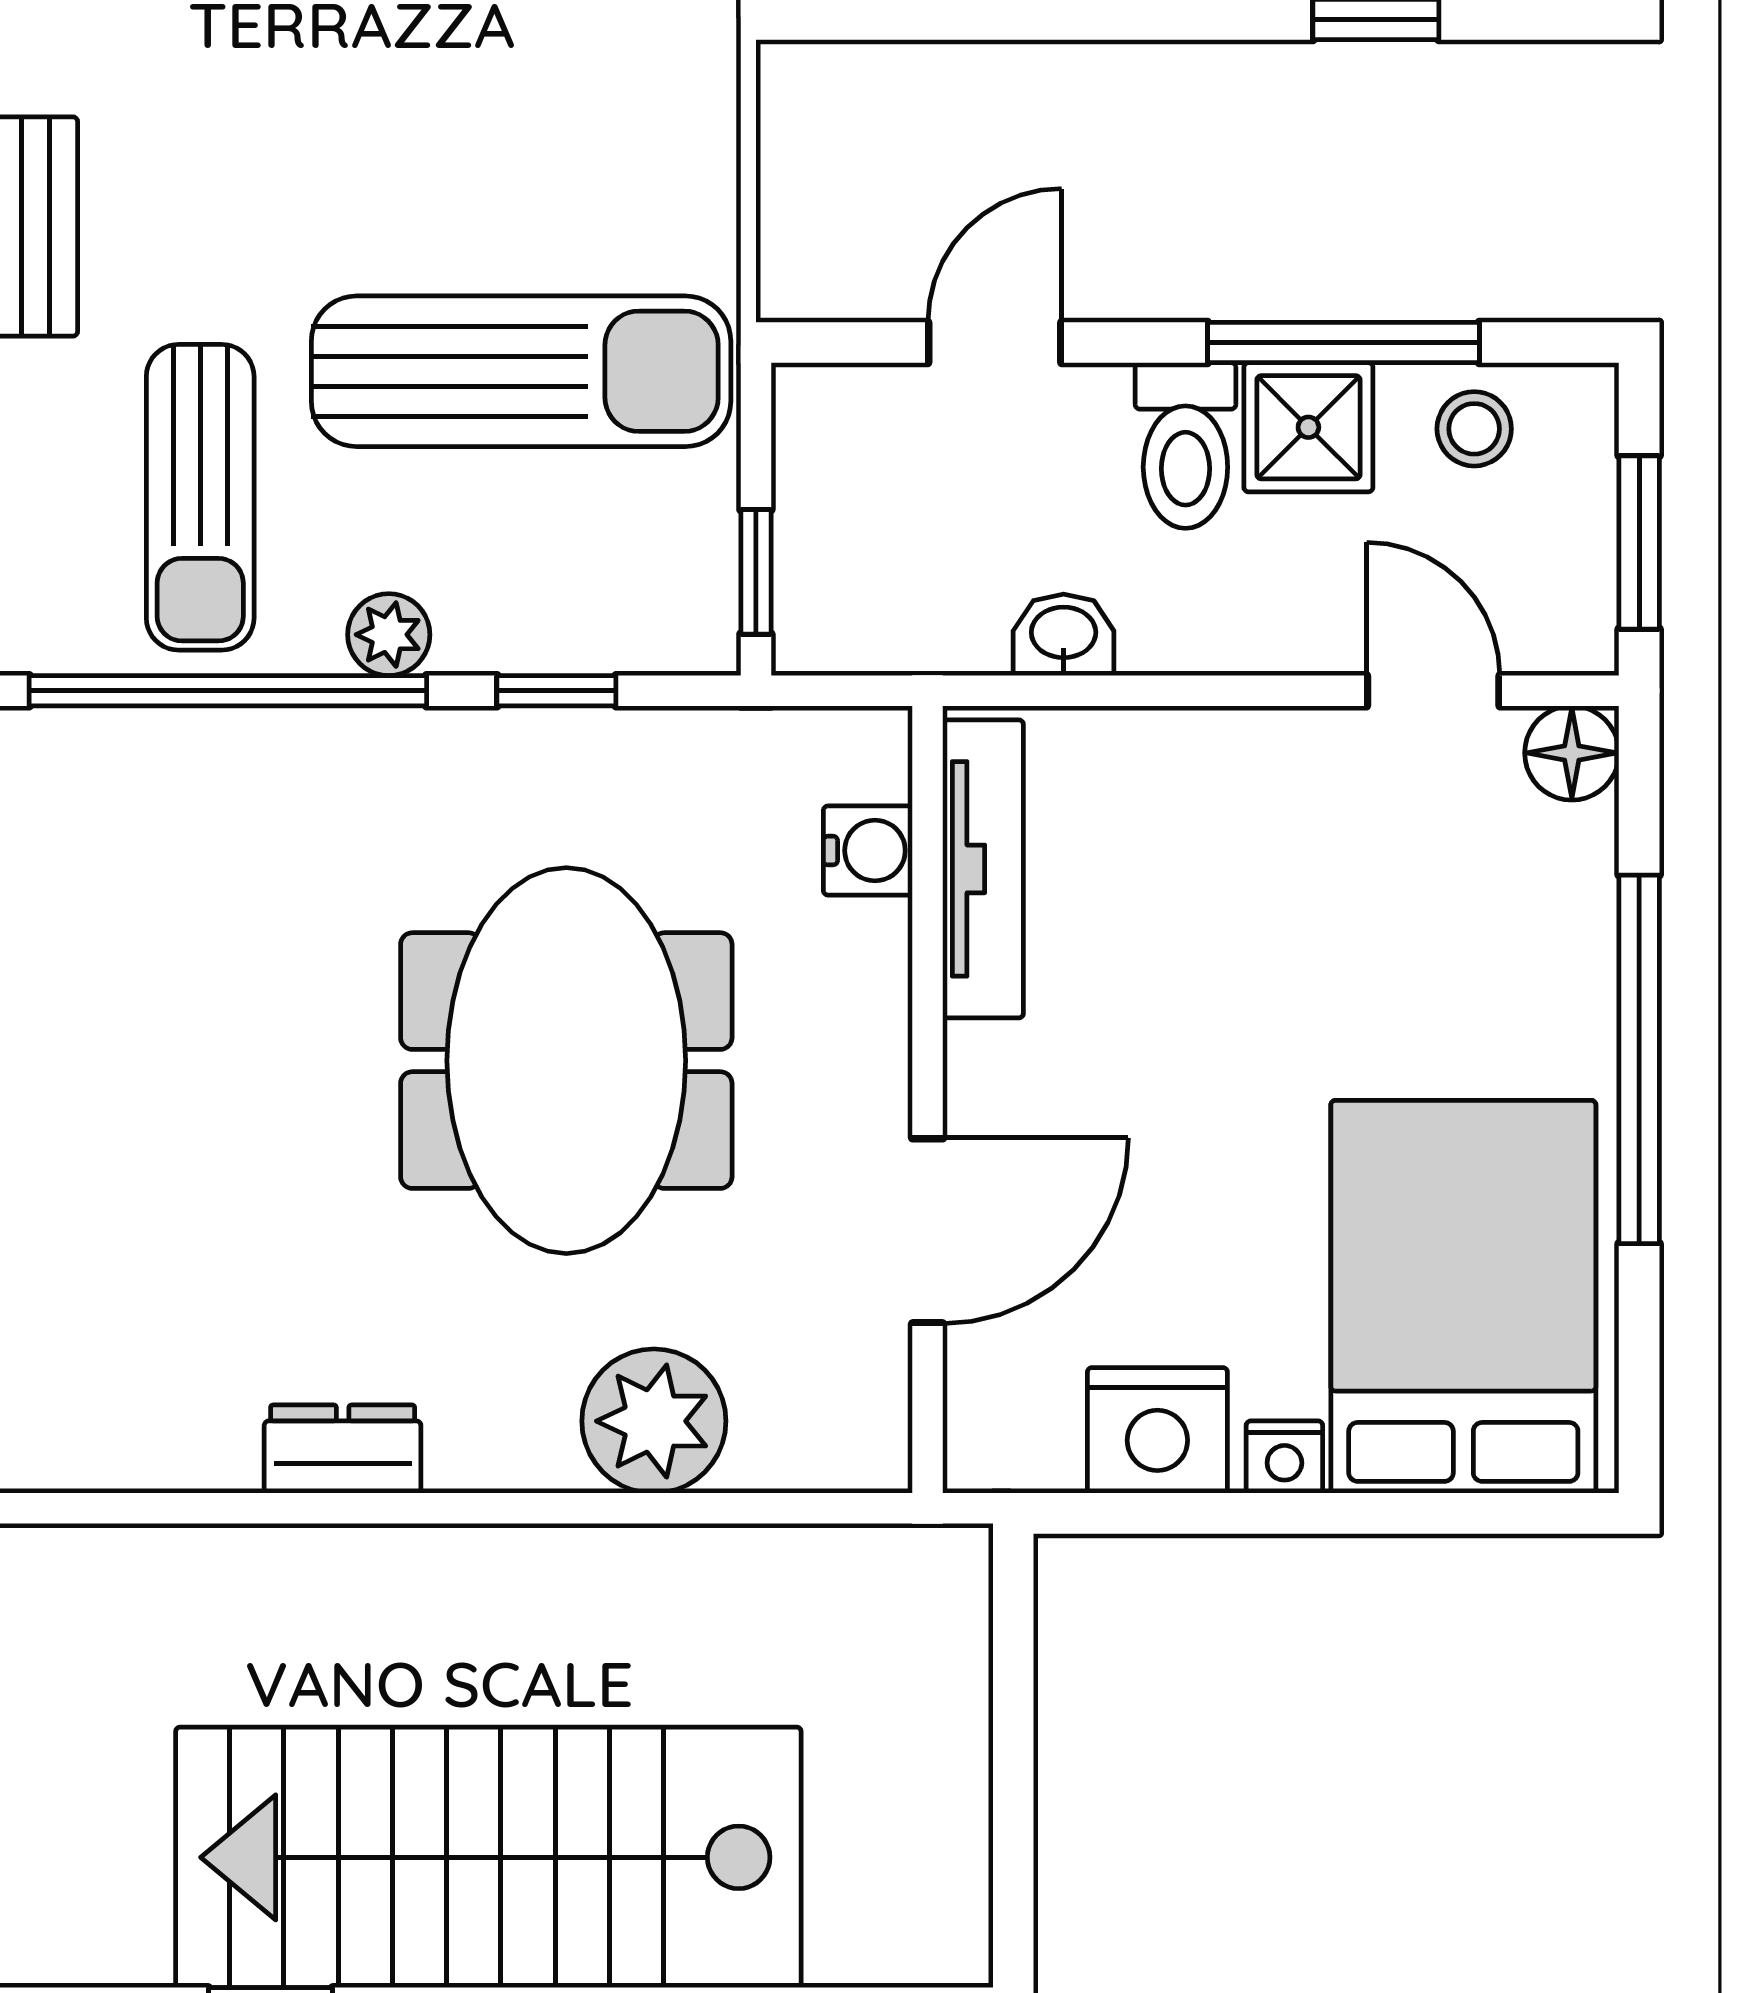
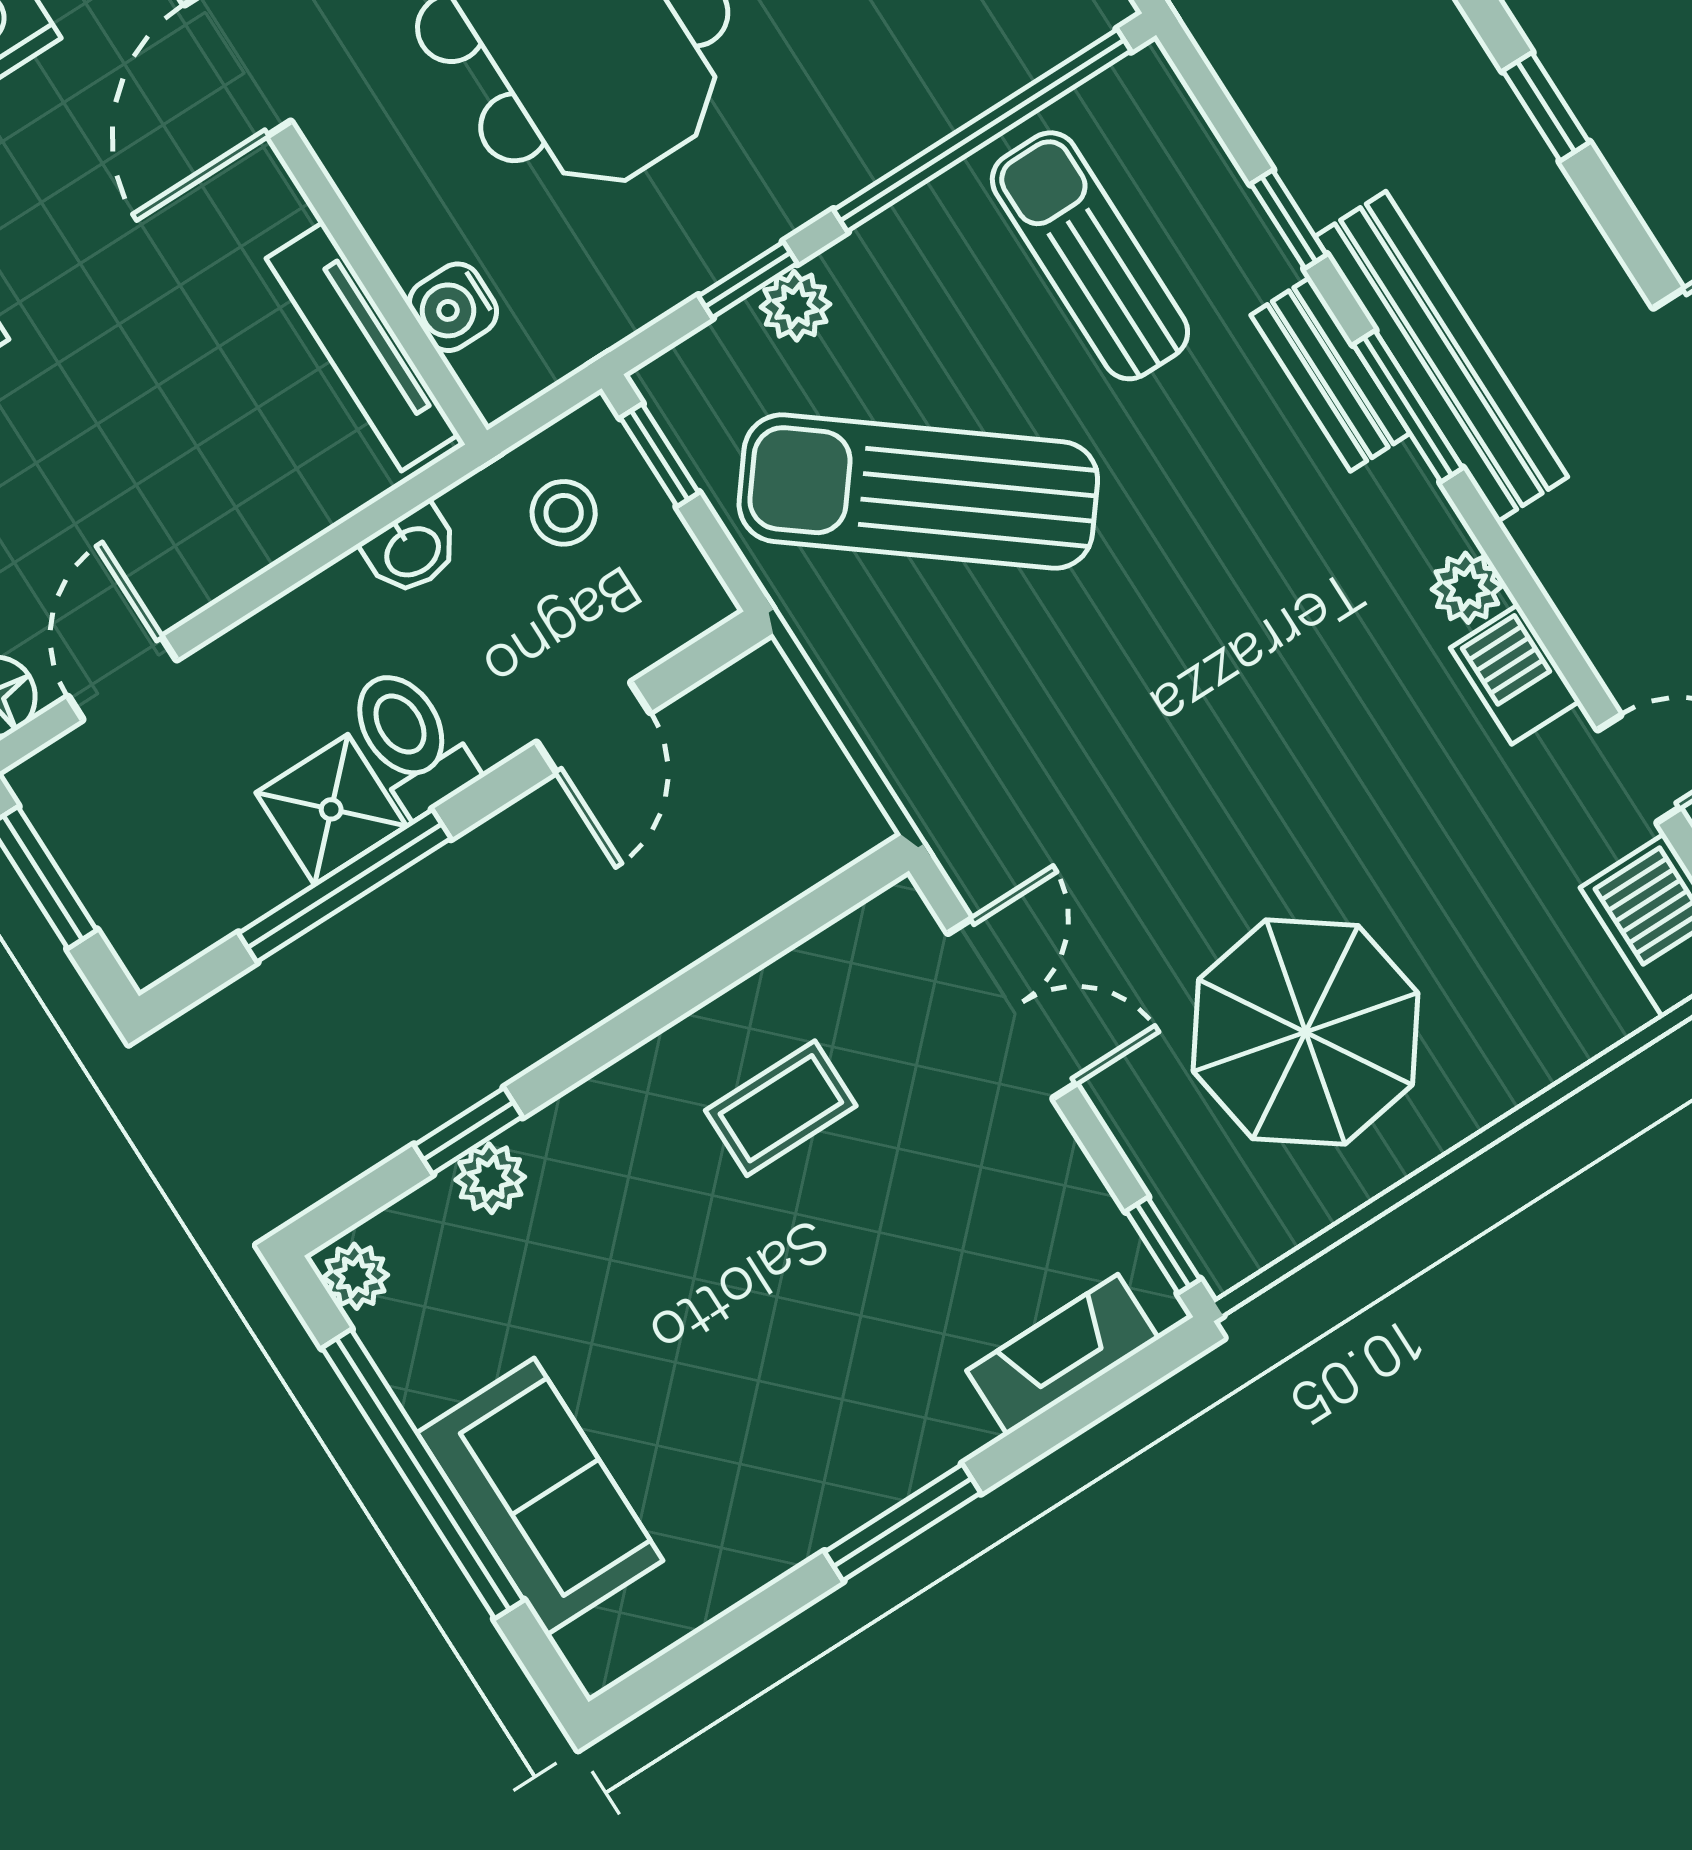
sun lounger: (521, 371) -> (918, 492), turned 38
stool: (1474, 429) -> (564, 513), moved
plant: (389, 635) -> (795, 306), moved
door: (1433, 691) -> (122, 678), swing flipped

